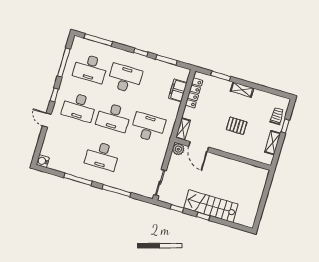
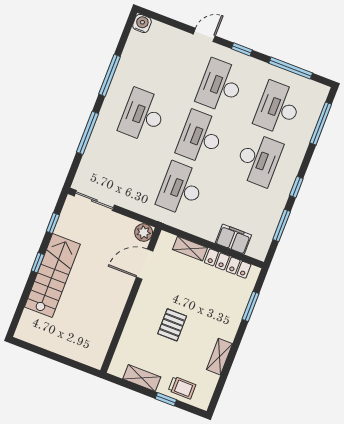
shelving: (242, 90) -> (219, 357), moved
desk: (148, 127) -> (181, 189), turned 180
shelving: (183, 129) -> (190, 249), moved

